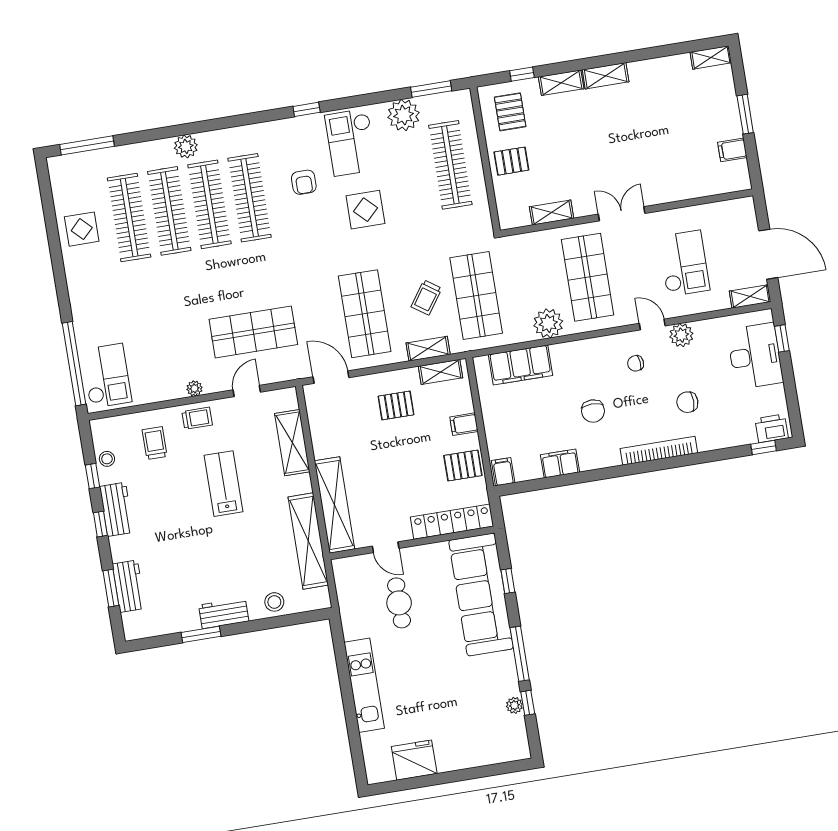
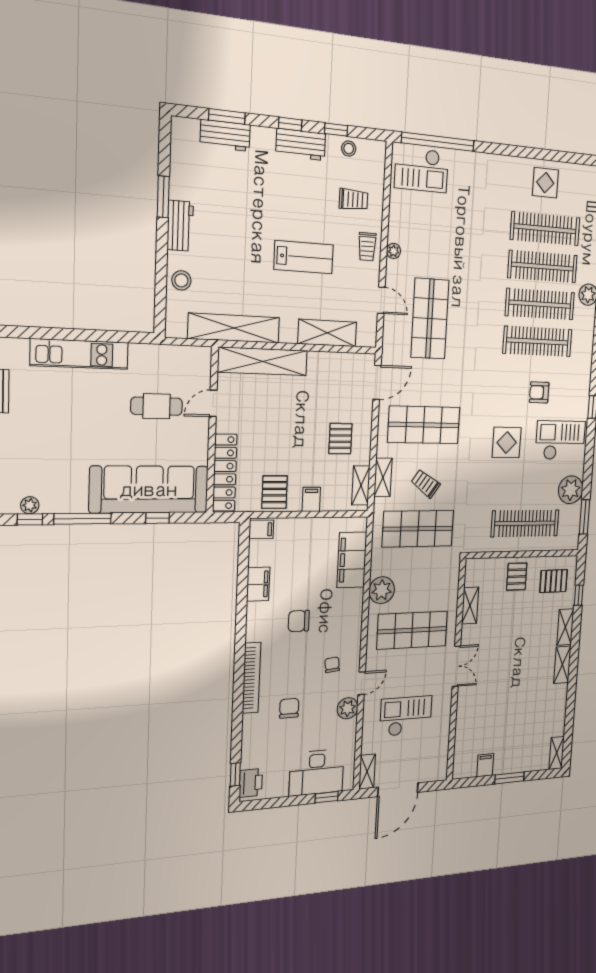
checkout: (684, 263) -> (406, 716), turned 180

